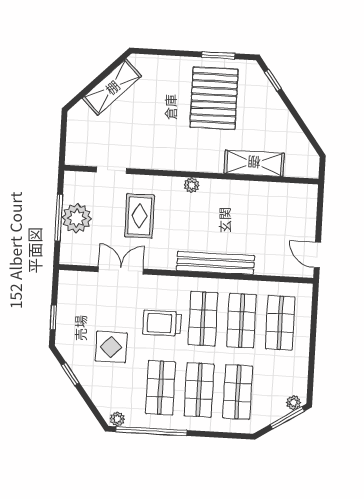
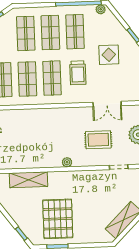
rug: (140, 216) -> (98, 140), turned 90
bench: (216, 263) -> (47, 114), removed
trolley: (162, 323) -> (78, 73), turned 90

